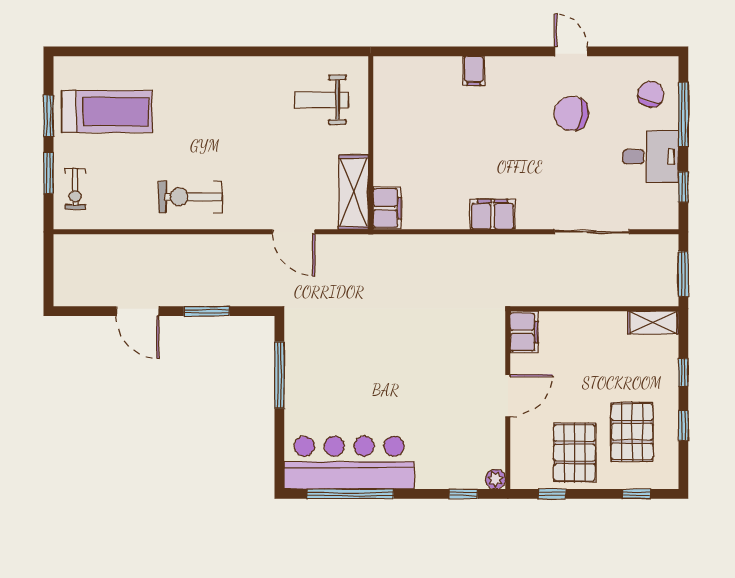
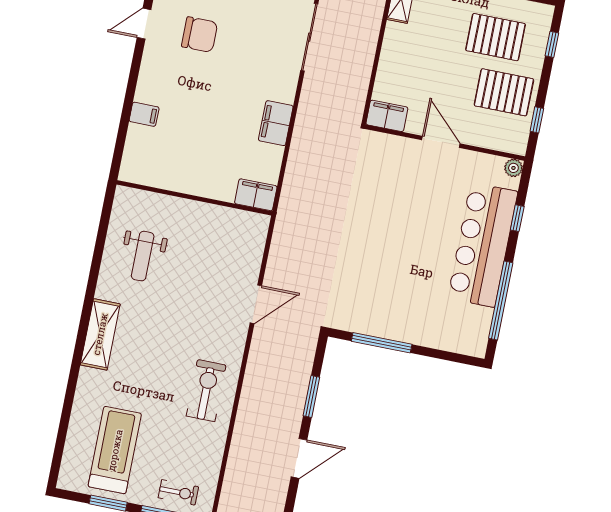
chair: (571, 113) -> (200, 35), turned -98
wall: (371, 143) -> (194, 198), moved
shelving: (353, 192) -> (100, 334), moved, turned 90
exercise bike: (190, 197) -> (206, 391), turned 180
filing cabinet: (387, 208) -> (256, 195), moved
bar counter: (349, 463) -> (483, 245), moved
window: (463, 494) -> (517, 218), moved

